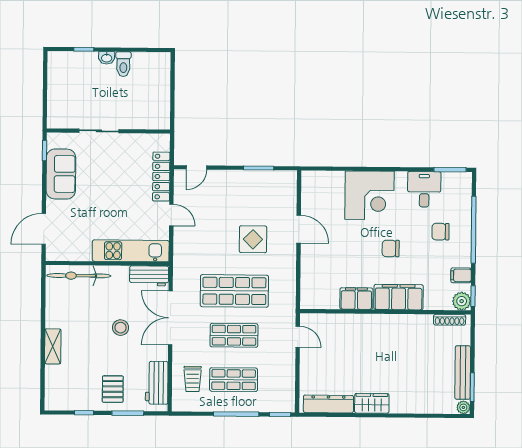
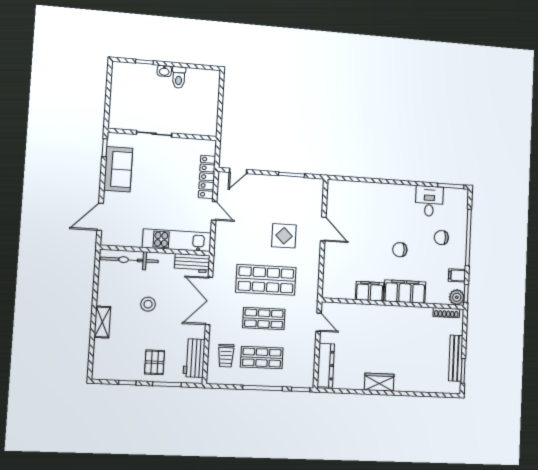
corner desk: (369, 195) -> (384, 204), removed
stool: (121, 328) -> (148, 304), moved
dresser: (328, 404) -> (326, 365), moved, turned 90
plant: (463, 407) -> (455, 388), removed

